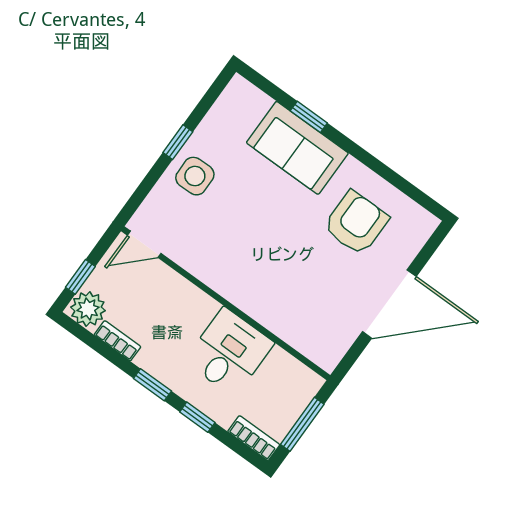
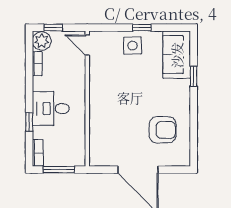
sofa: (297, 148) -> (177, 55), moved
desk: (229, 352) -> (51, 109), moved, turned 180
window: (152, 385) -> (29, 92), removed

